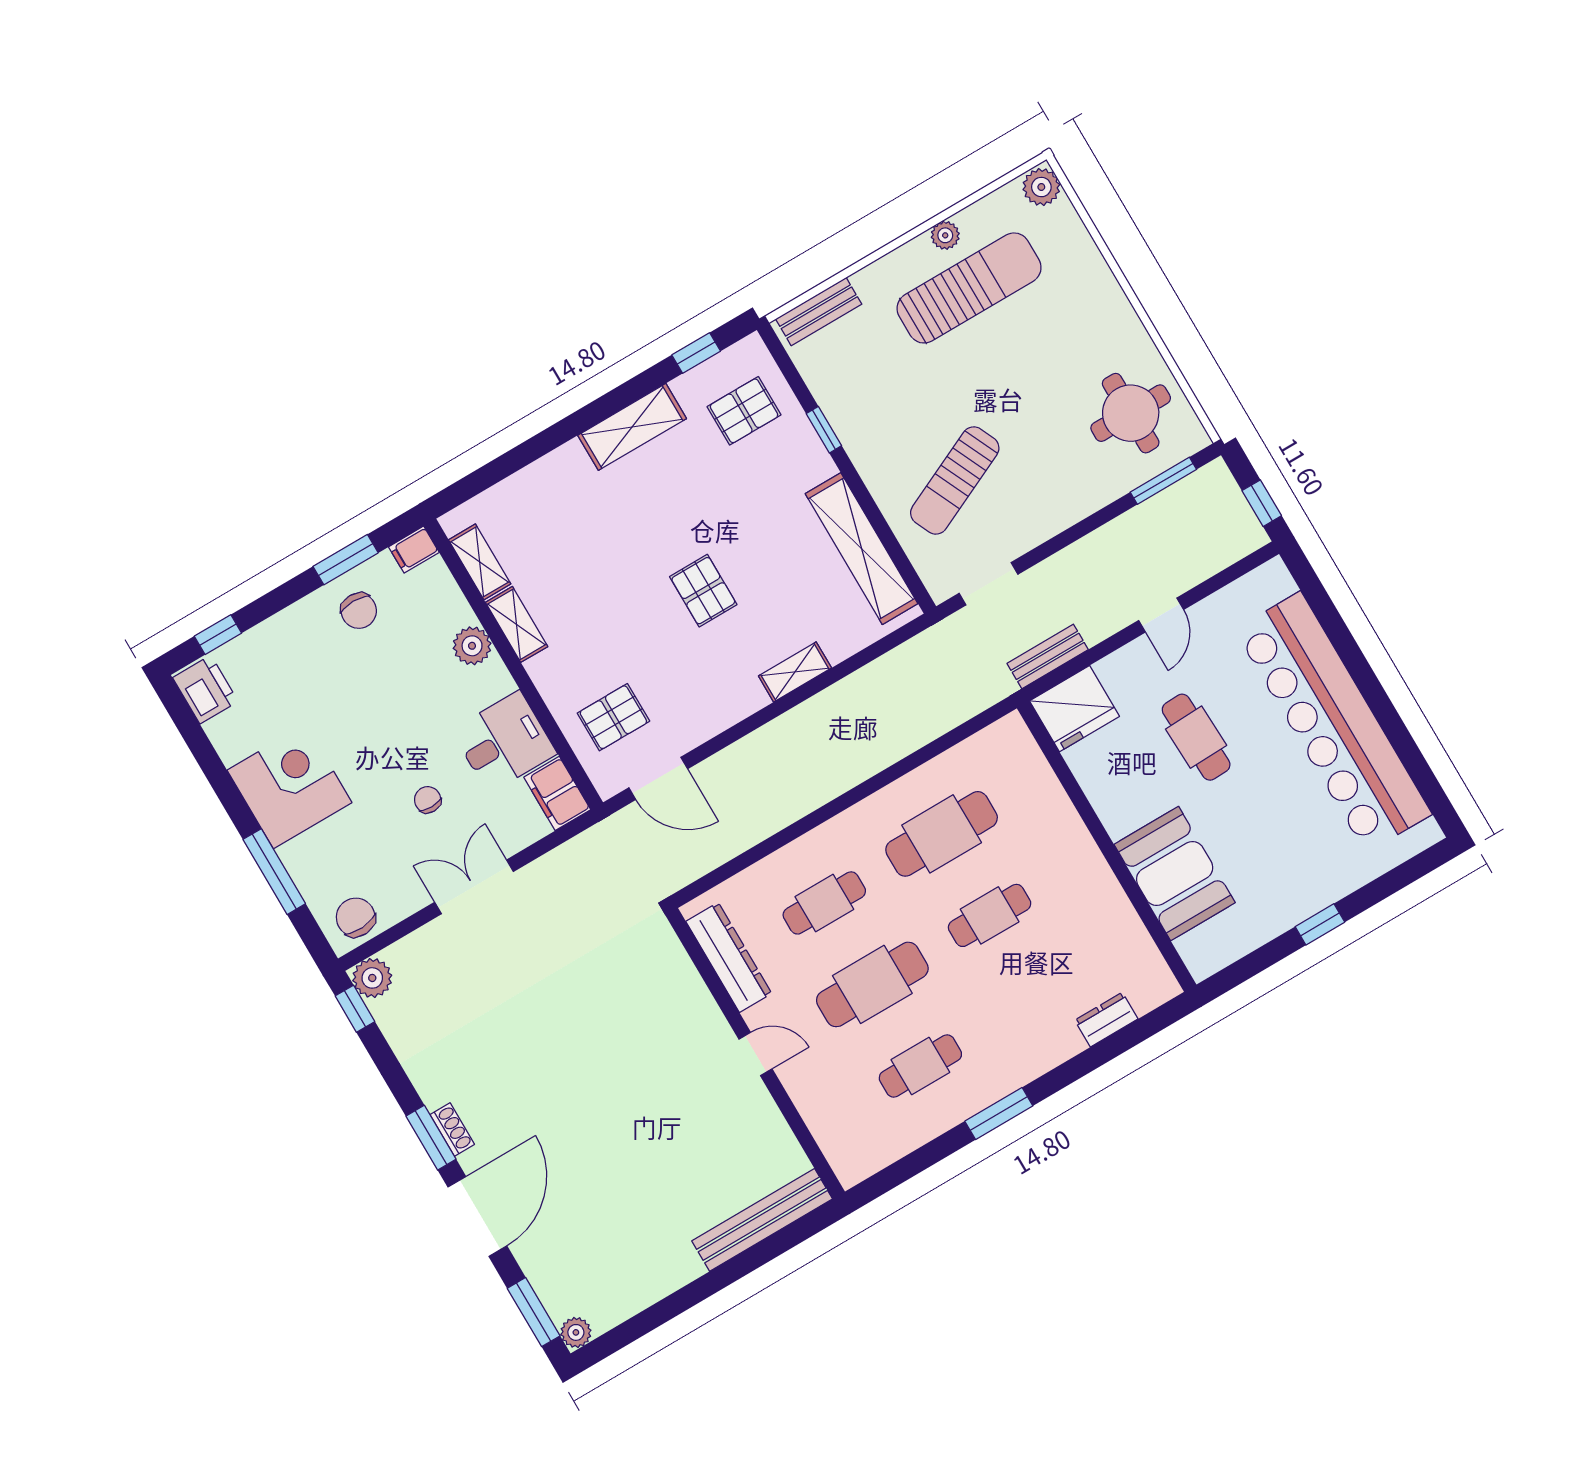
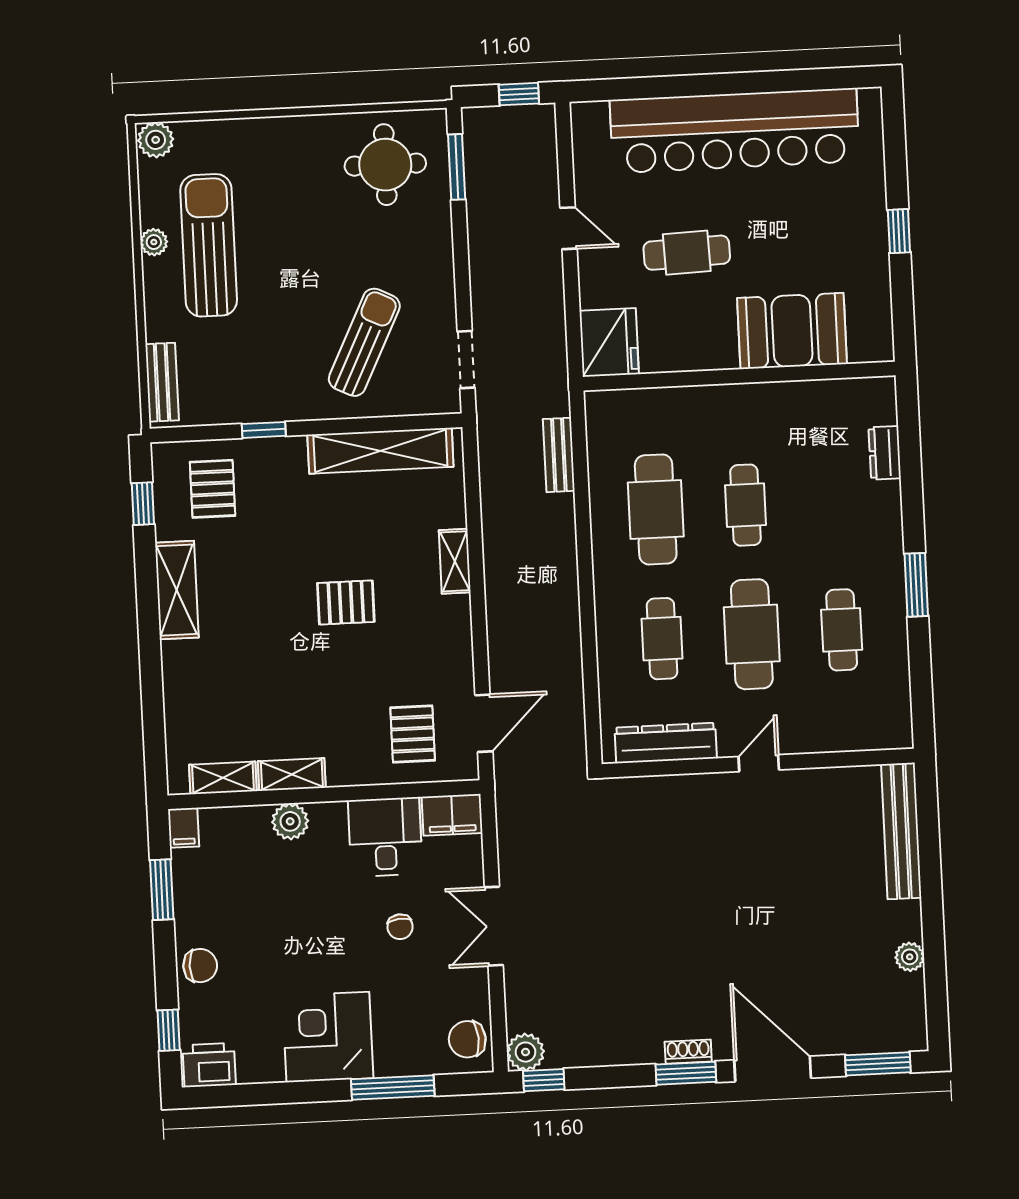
sun lounger: (955, 480) -> (364, 342), turned -129
chair: (359, 611) -> (200, 966), moved
bench: (1048, 656) -> (559, 455), moved
chair: (428, 800) -> (400, 927), turned -96
plant: (576, 1332) -> (910, 957), moved

